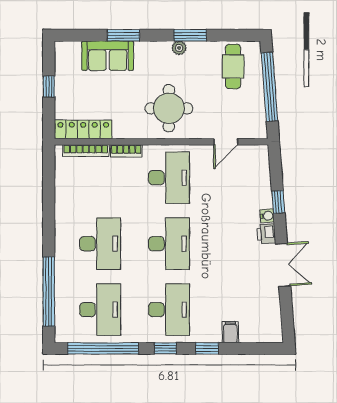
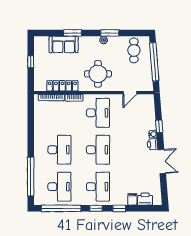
locker: (83, 130) -> (62, 86), moved
printer: (253, 332) -> (145, 199), added

